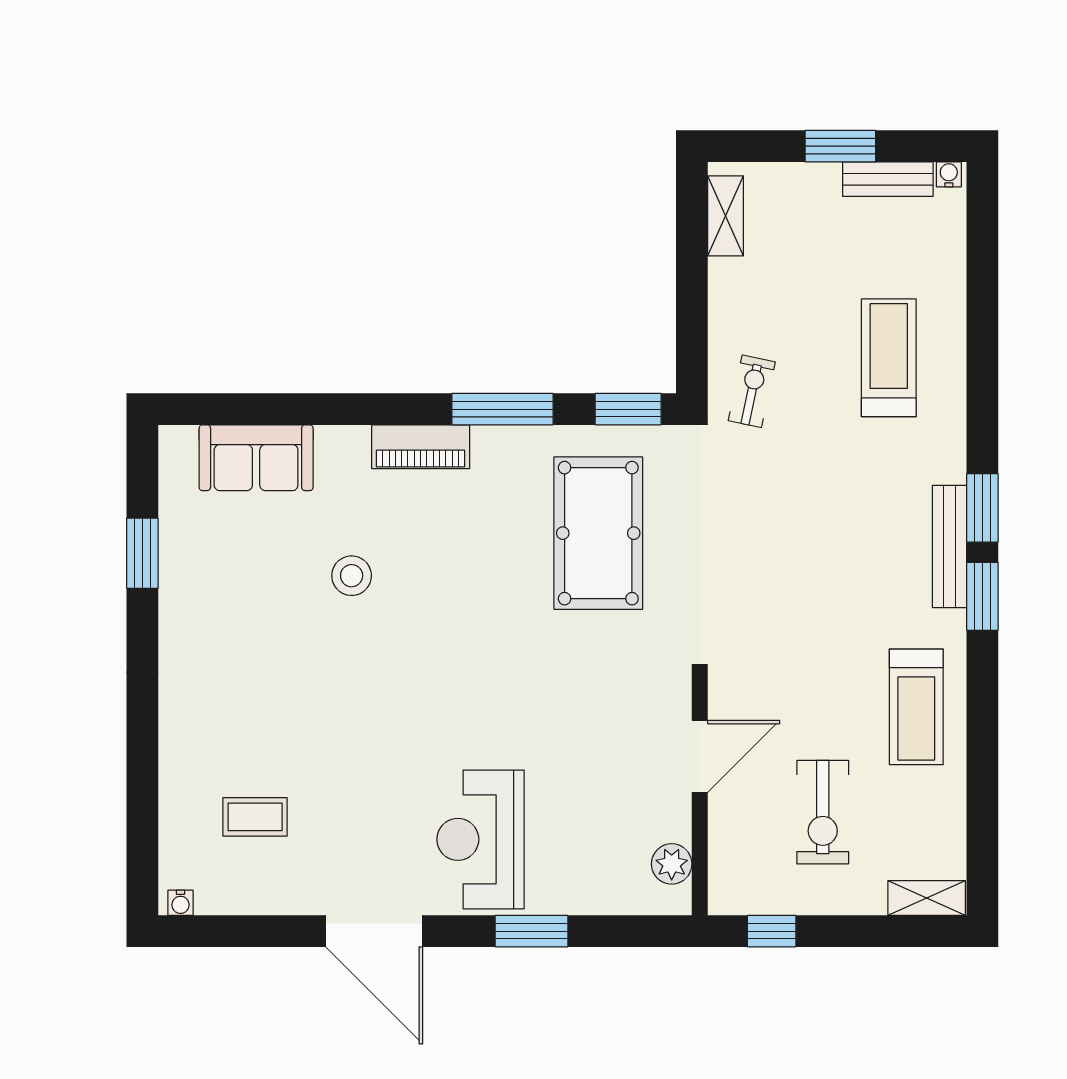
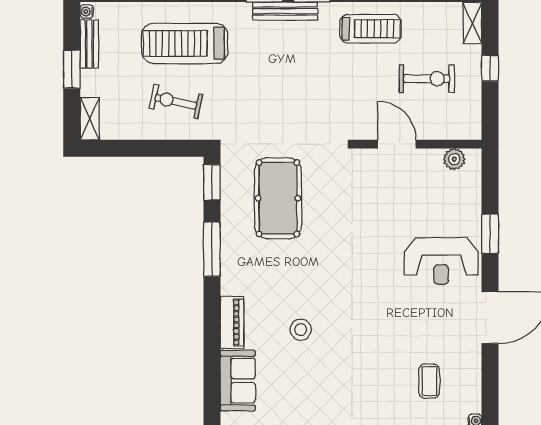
shelving: (726, 216) -> (90, 119), moved, turned 90
treadmill: (889, 358) -> (185, 43), width x1.37, depth x1.38
exercise bike: (752, 391) -> (176, 102), moved, width x1.38, depth x1.39
piano: (421, 447) -> (232, 322), moved
pool table: (598, 533) -> (278, 198), turned 90
window: (772, 931) -> (490, 68), moved

